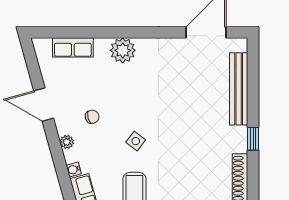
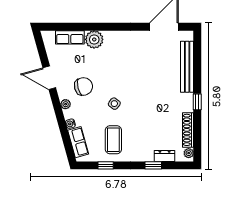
plant: (123, 50) -> (94, 39), moved
chair: (92, 117) -> (83, 86), width x1.87, depth x1.87

